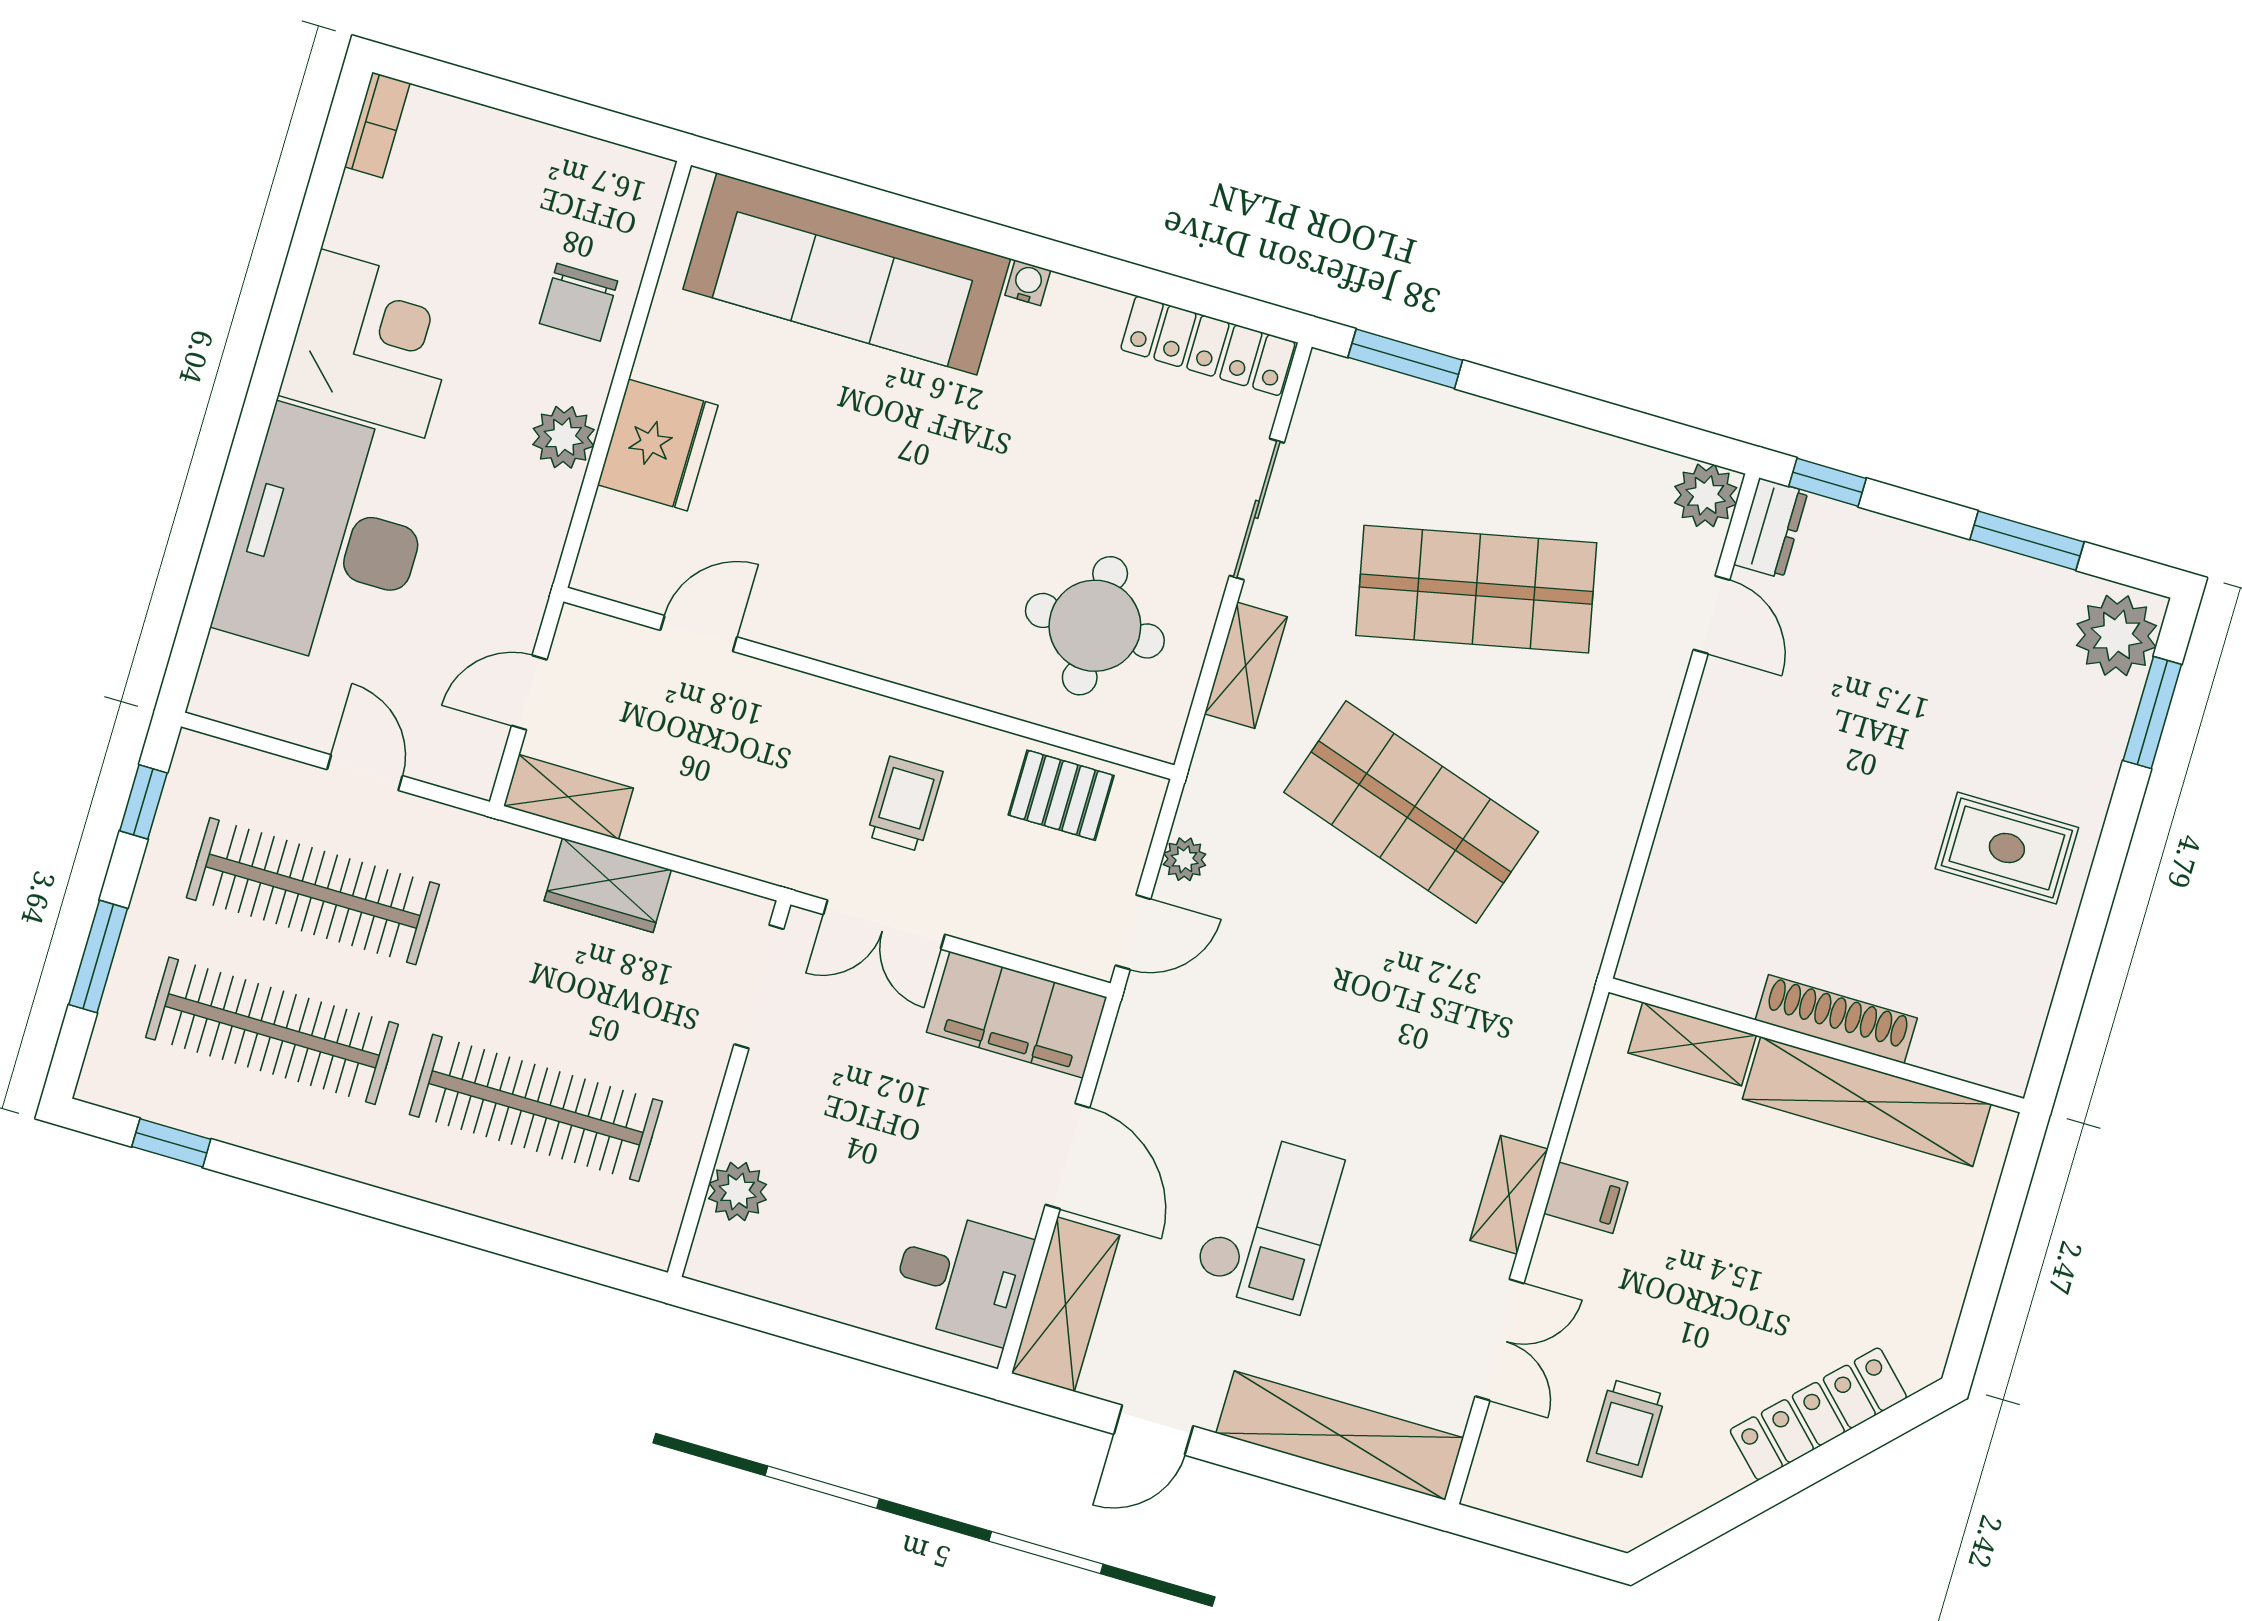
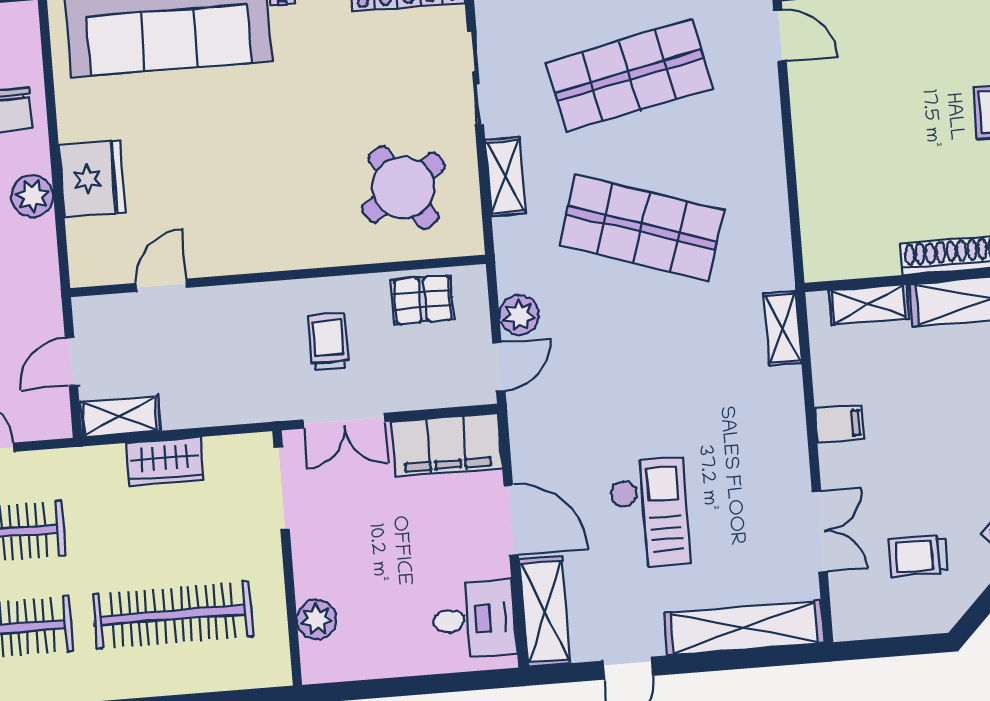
round table: (1095, 626) -> (403, 187), turned -33
plant: (1185, 859) -> (519, 315), width x1.38, depth x1.38
shelving: (1509, 1195) -> (782, 328), moved
trolley: (1626, 1428) -> (918, 556), turned 90

